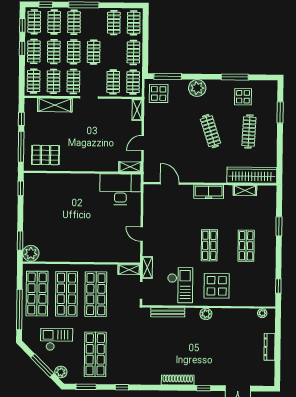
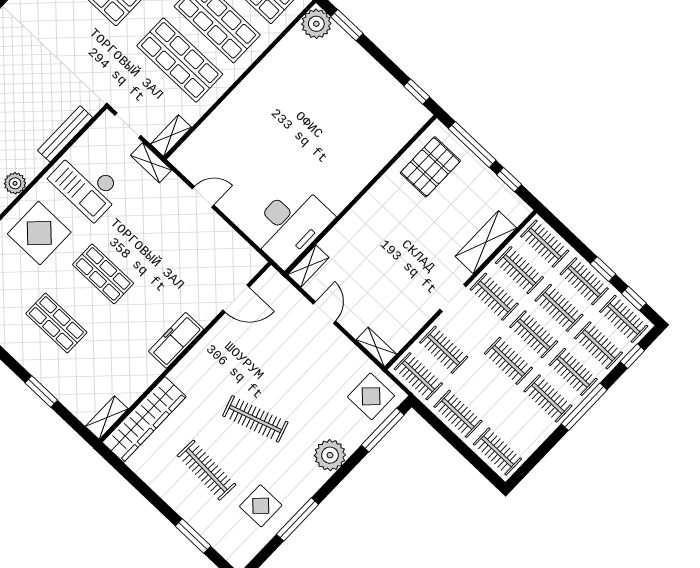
clothes rail: (114, 23) -> (548, 398), moved
shelving: (245, 190) -> (107, 418), moved

